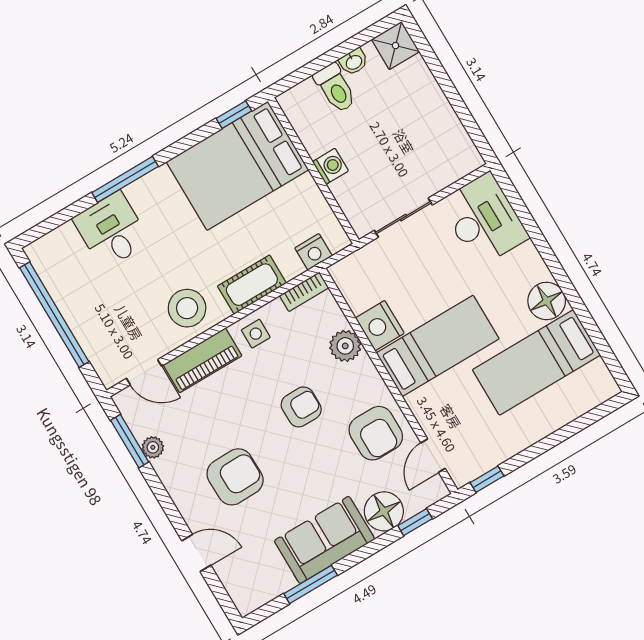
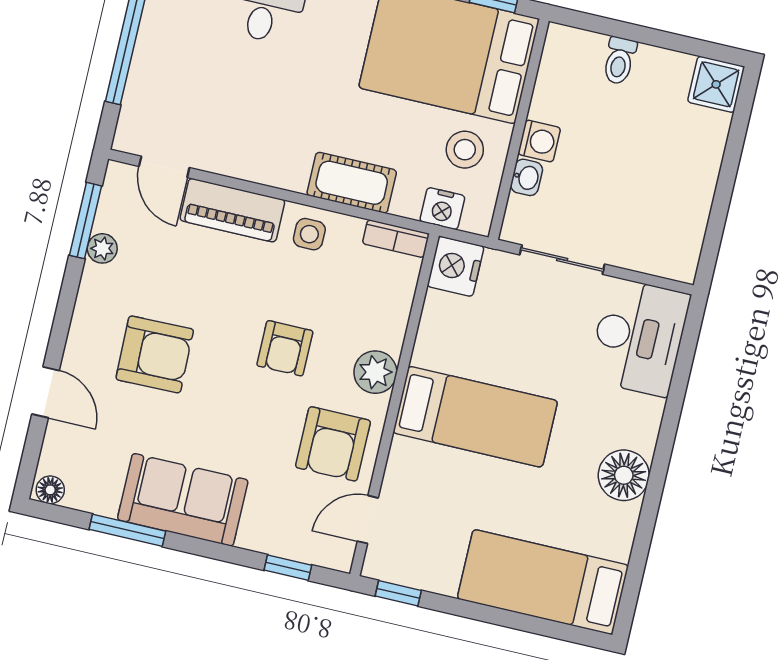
washbasin: (354, 62) -> (527, 177), moved, turned -90
toilet: (335, 88) -> (619, 61), width x0.73, depth x0.72
stool: (187, 308) -> (465, 150), moved, width x0.73, depth x0.73
nightstand: (380, 326) -> (456, 266), moved
plant: (345, 346) -> (375, 372), moved
bed: (536, 362) -> (543, 582), moved
armchair: (301, 407) -> (285, 348), turned 90
floor lamp: (384, 511) -> (50, 490), moved, width x0.53, depth x0.53

